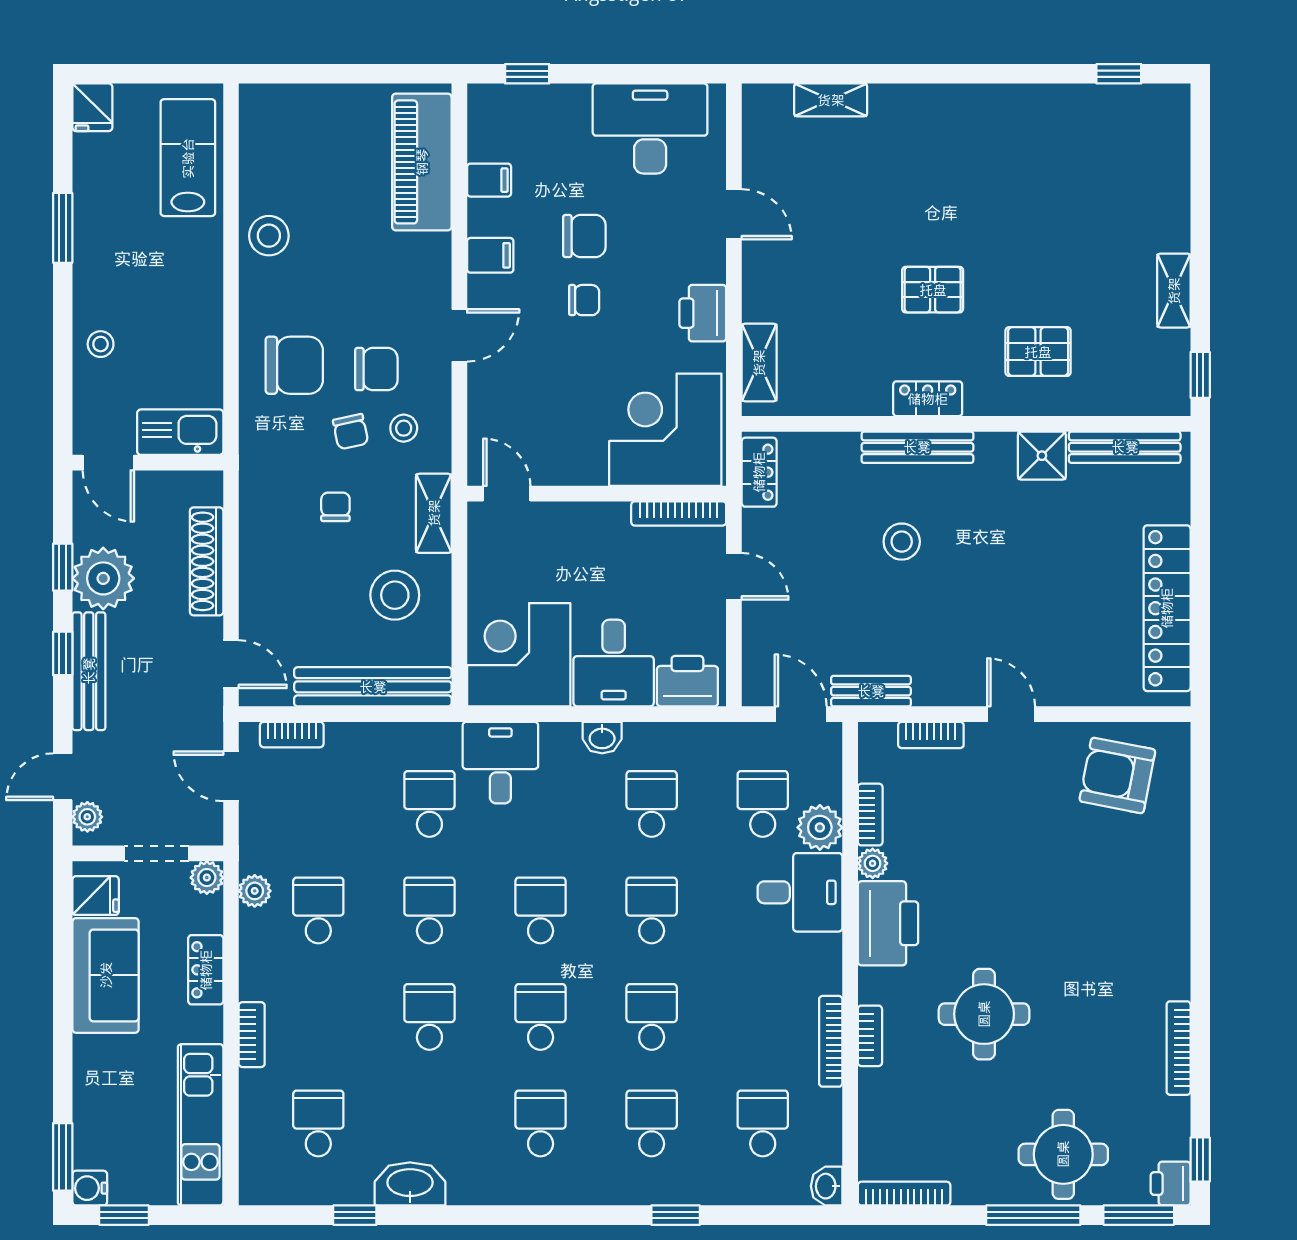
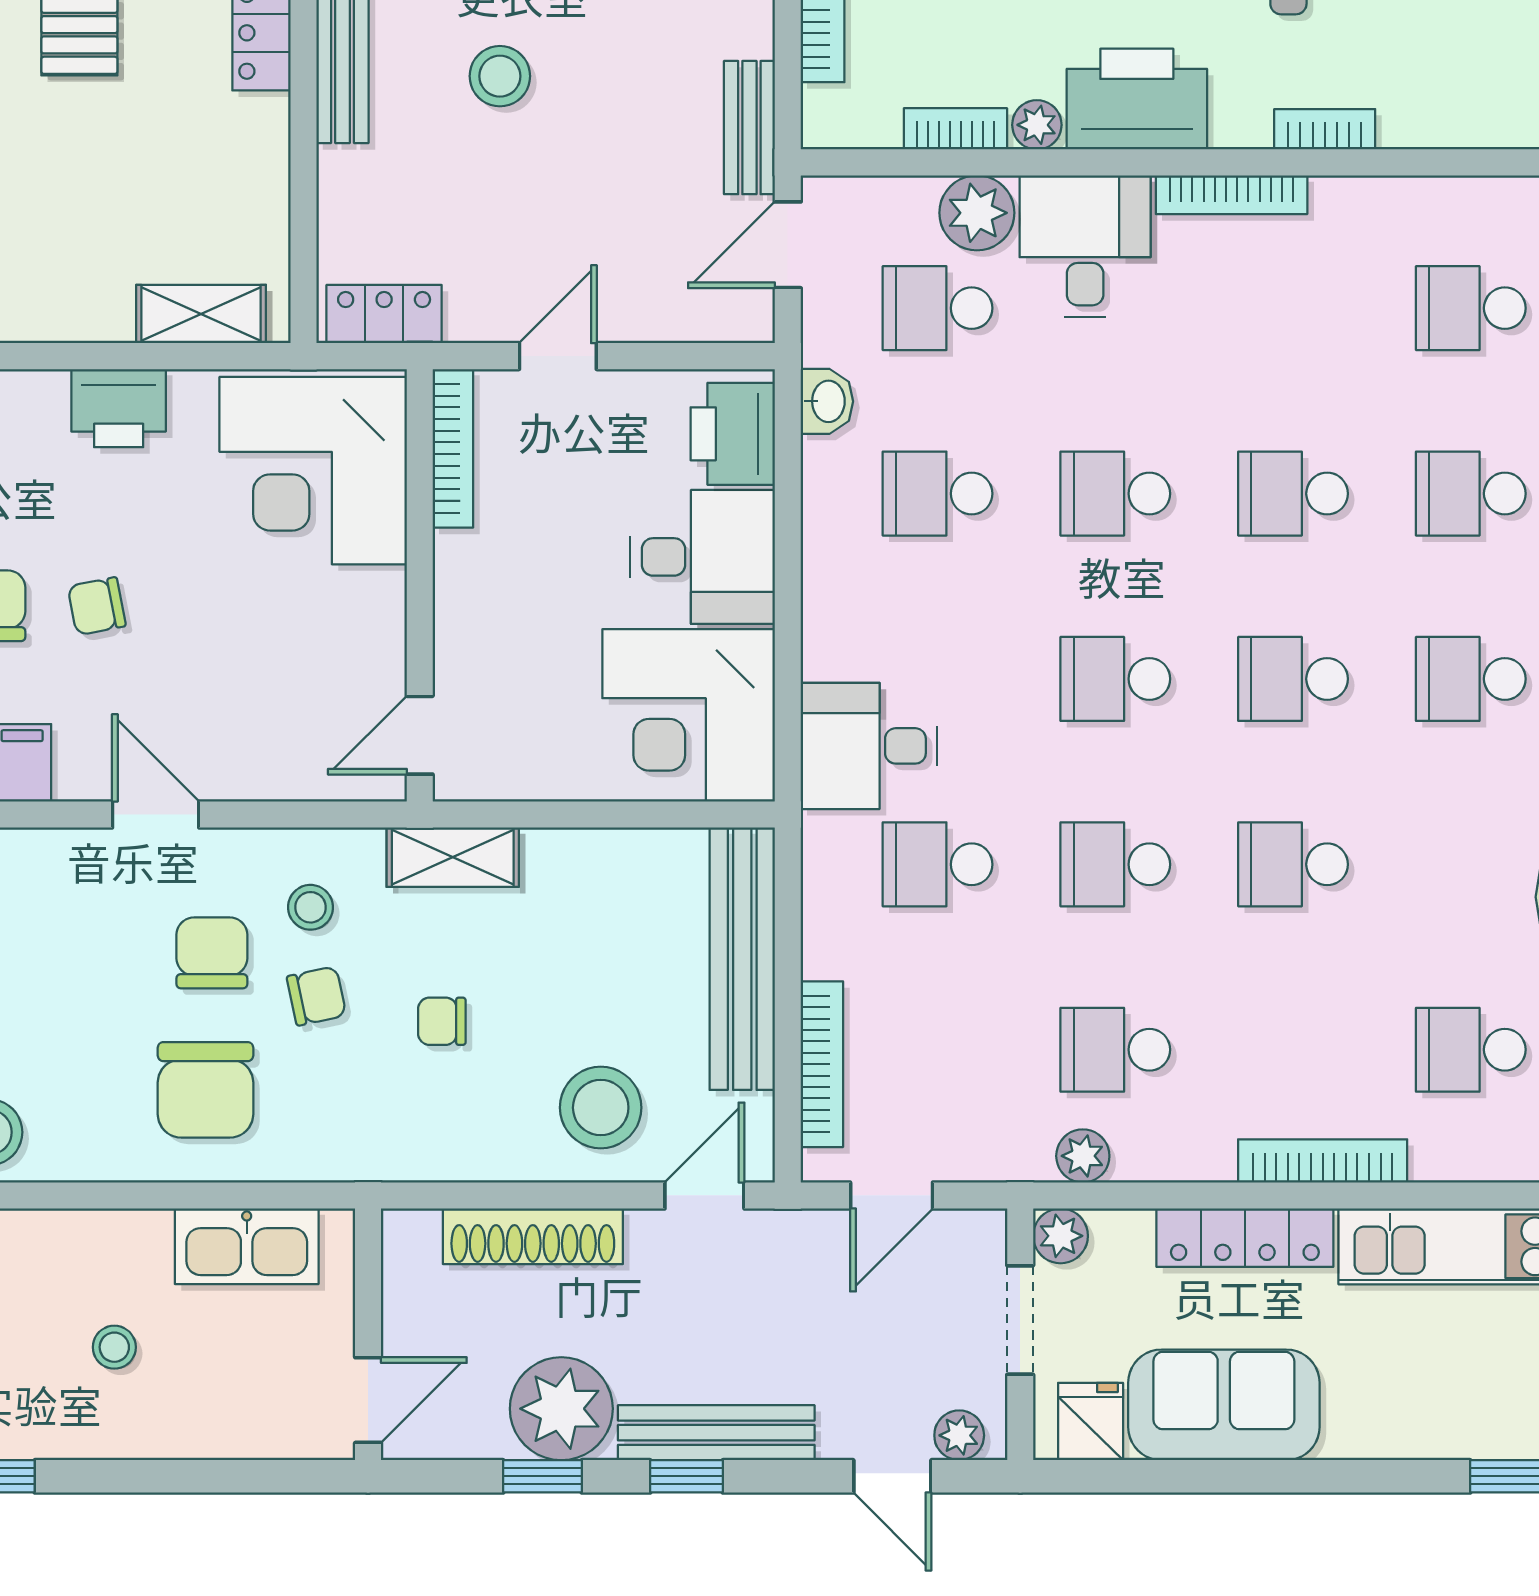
chair: (584, 300) -> (97, 606), turned -101
stool: (101, 344) -> (114, 1347), moved
chair: (294, 365) -> (205, 1090), turned 180
kitchen sink: (180, 432) -> (247, 1246), moved, turned -90
stool: (395, 595) -> (601, 1108), moved
bookcase: (292, 735) -> (822, 1064), width x1.56
washbasin: (602, 738) -> (827, 401), moved
locker: (206, 970) -> (1245, 1238), width x1.53
bookcase: (252, 1035) -> (1323, 1161), width x1.56
bookcase: (831, 1041) -> (1232, 195), moved

